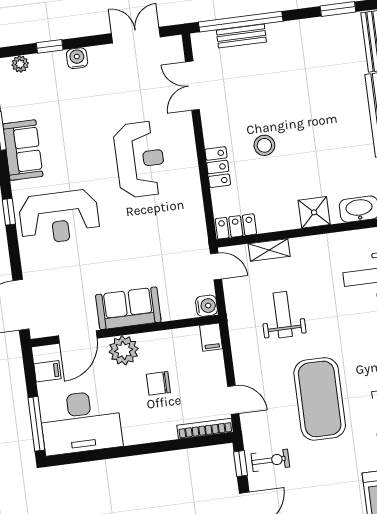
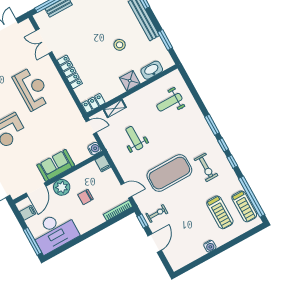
stool: (264, 145) -> (120, 45), moved
locker: (218, 167) -> (70, 72), width x1.53
exercise mat: (320, 399) -> (169, 173), turned 90

